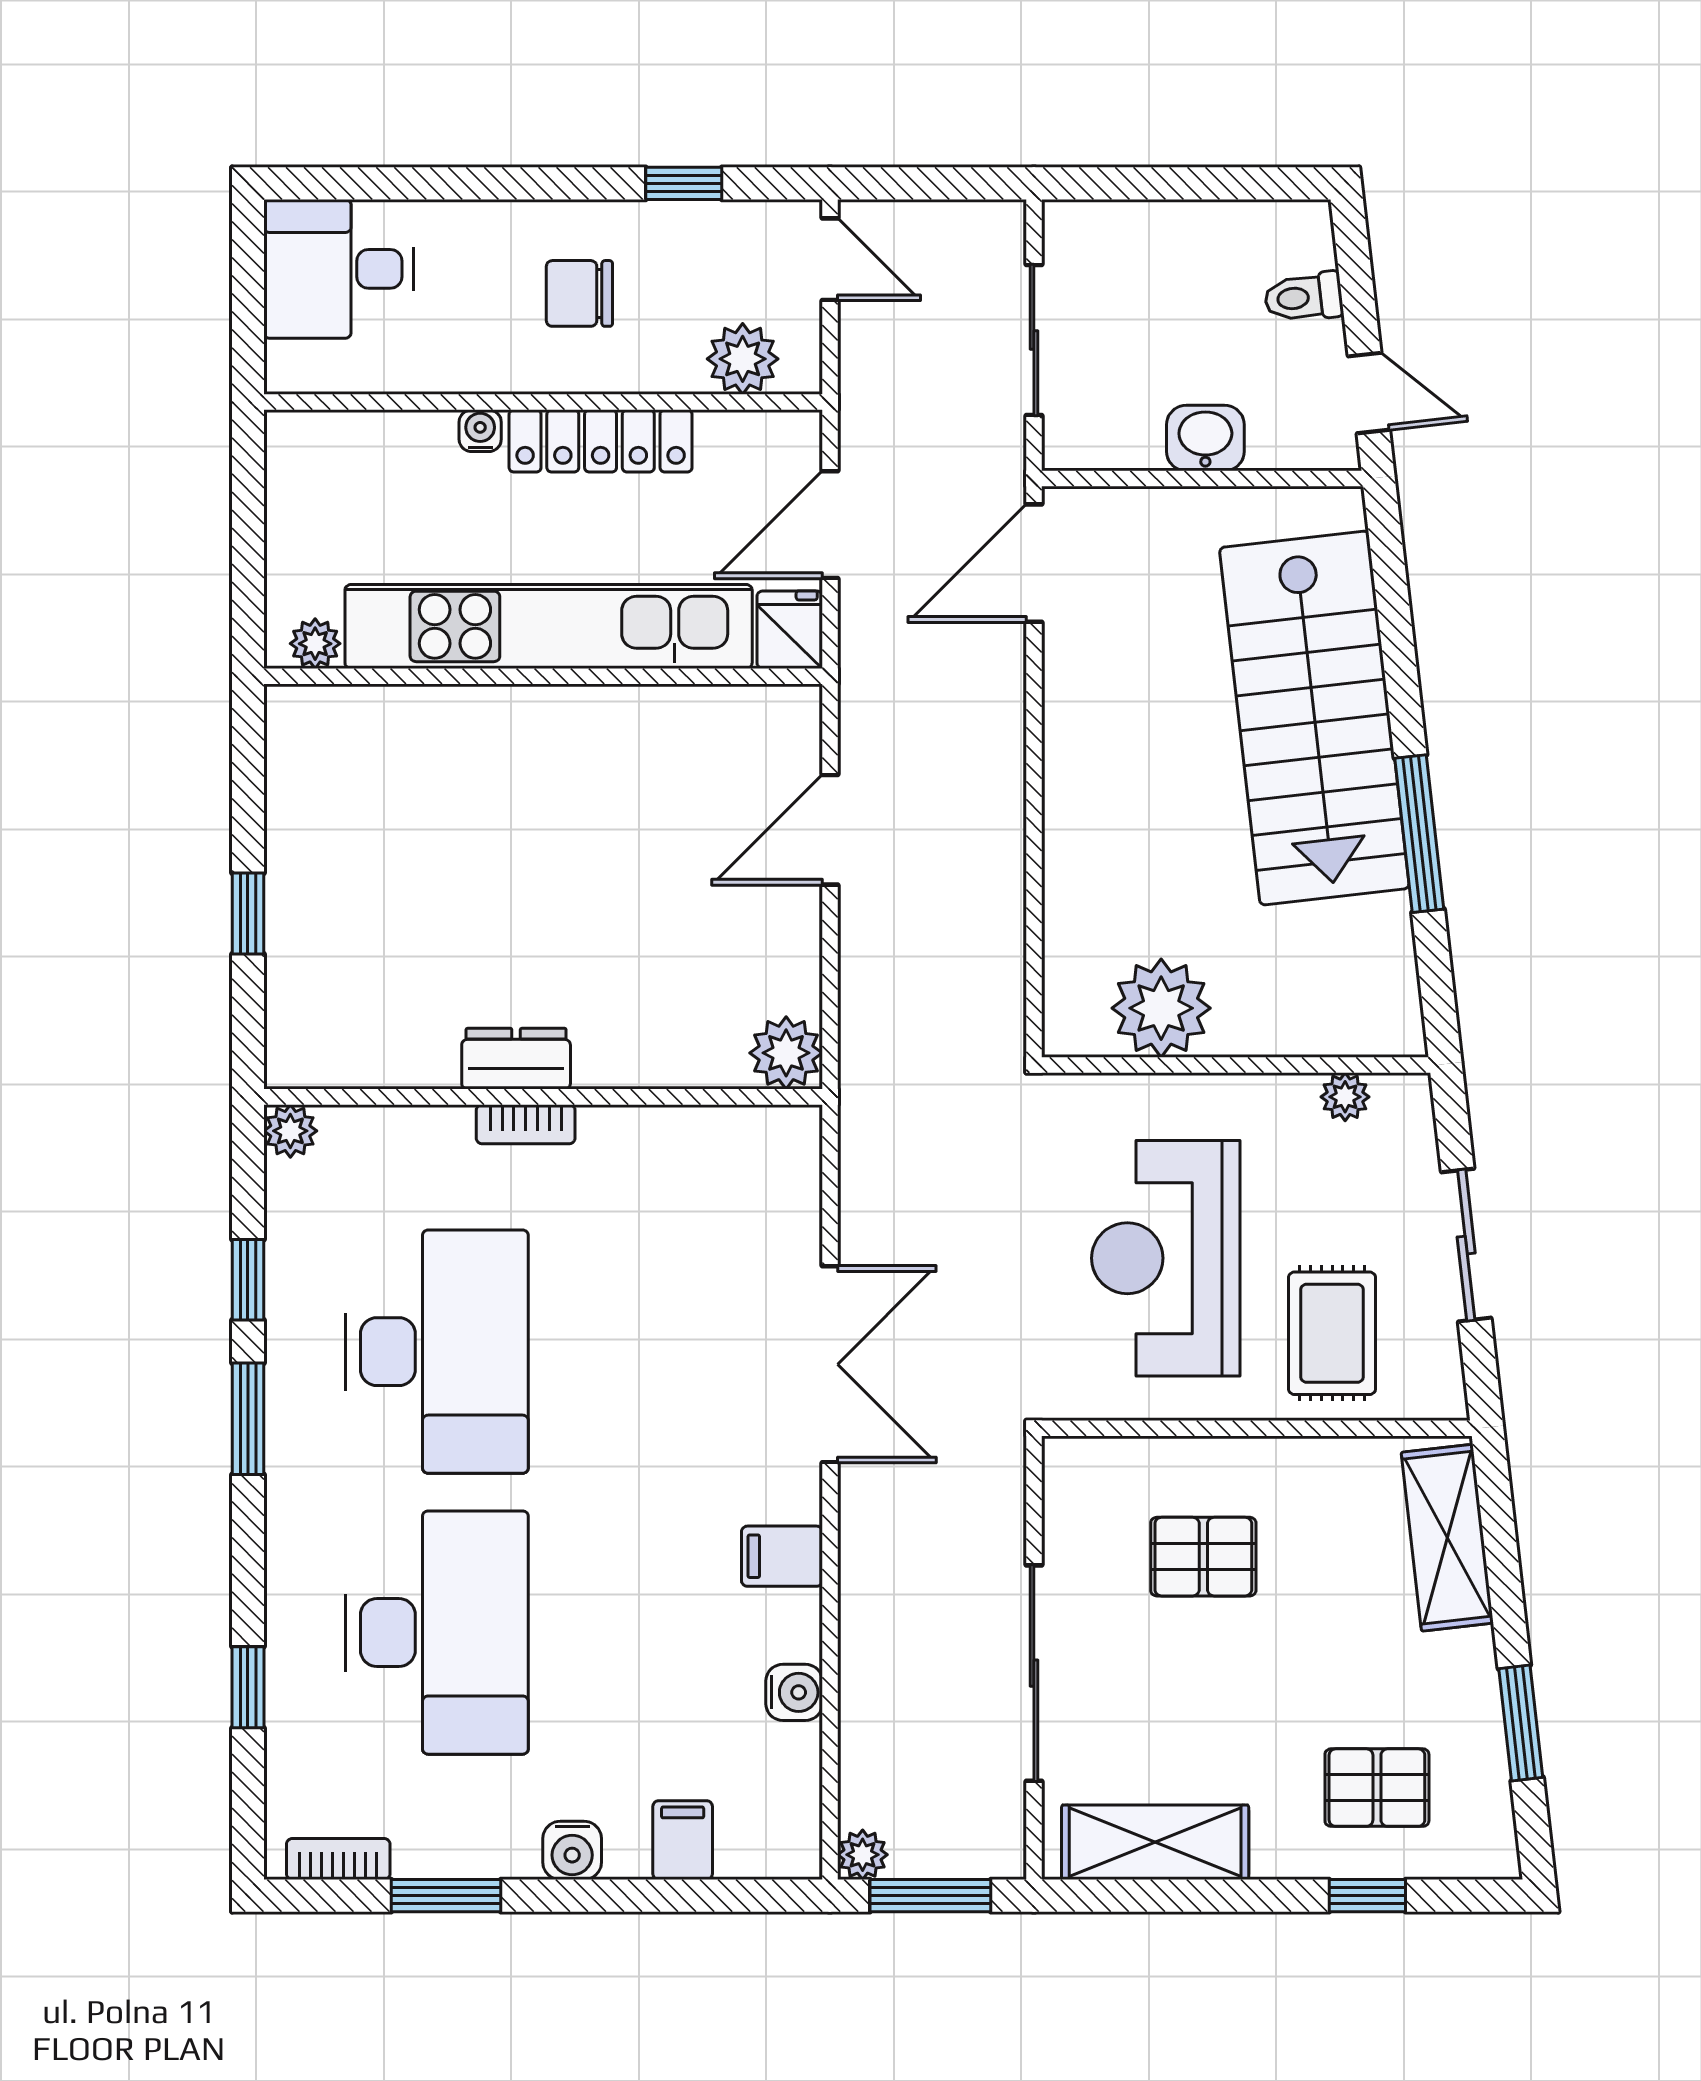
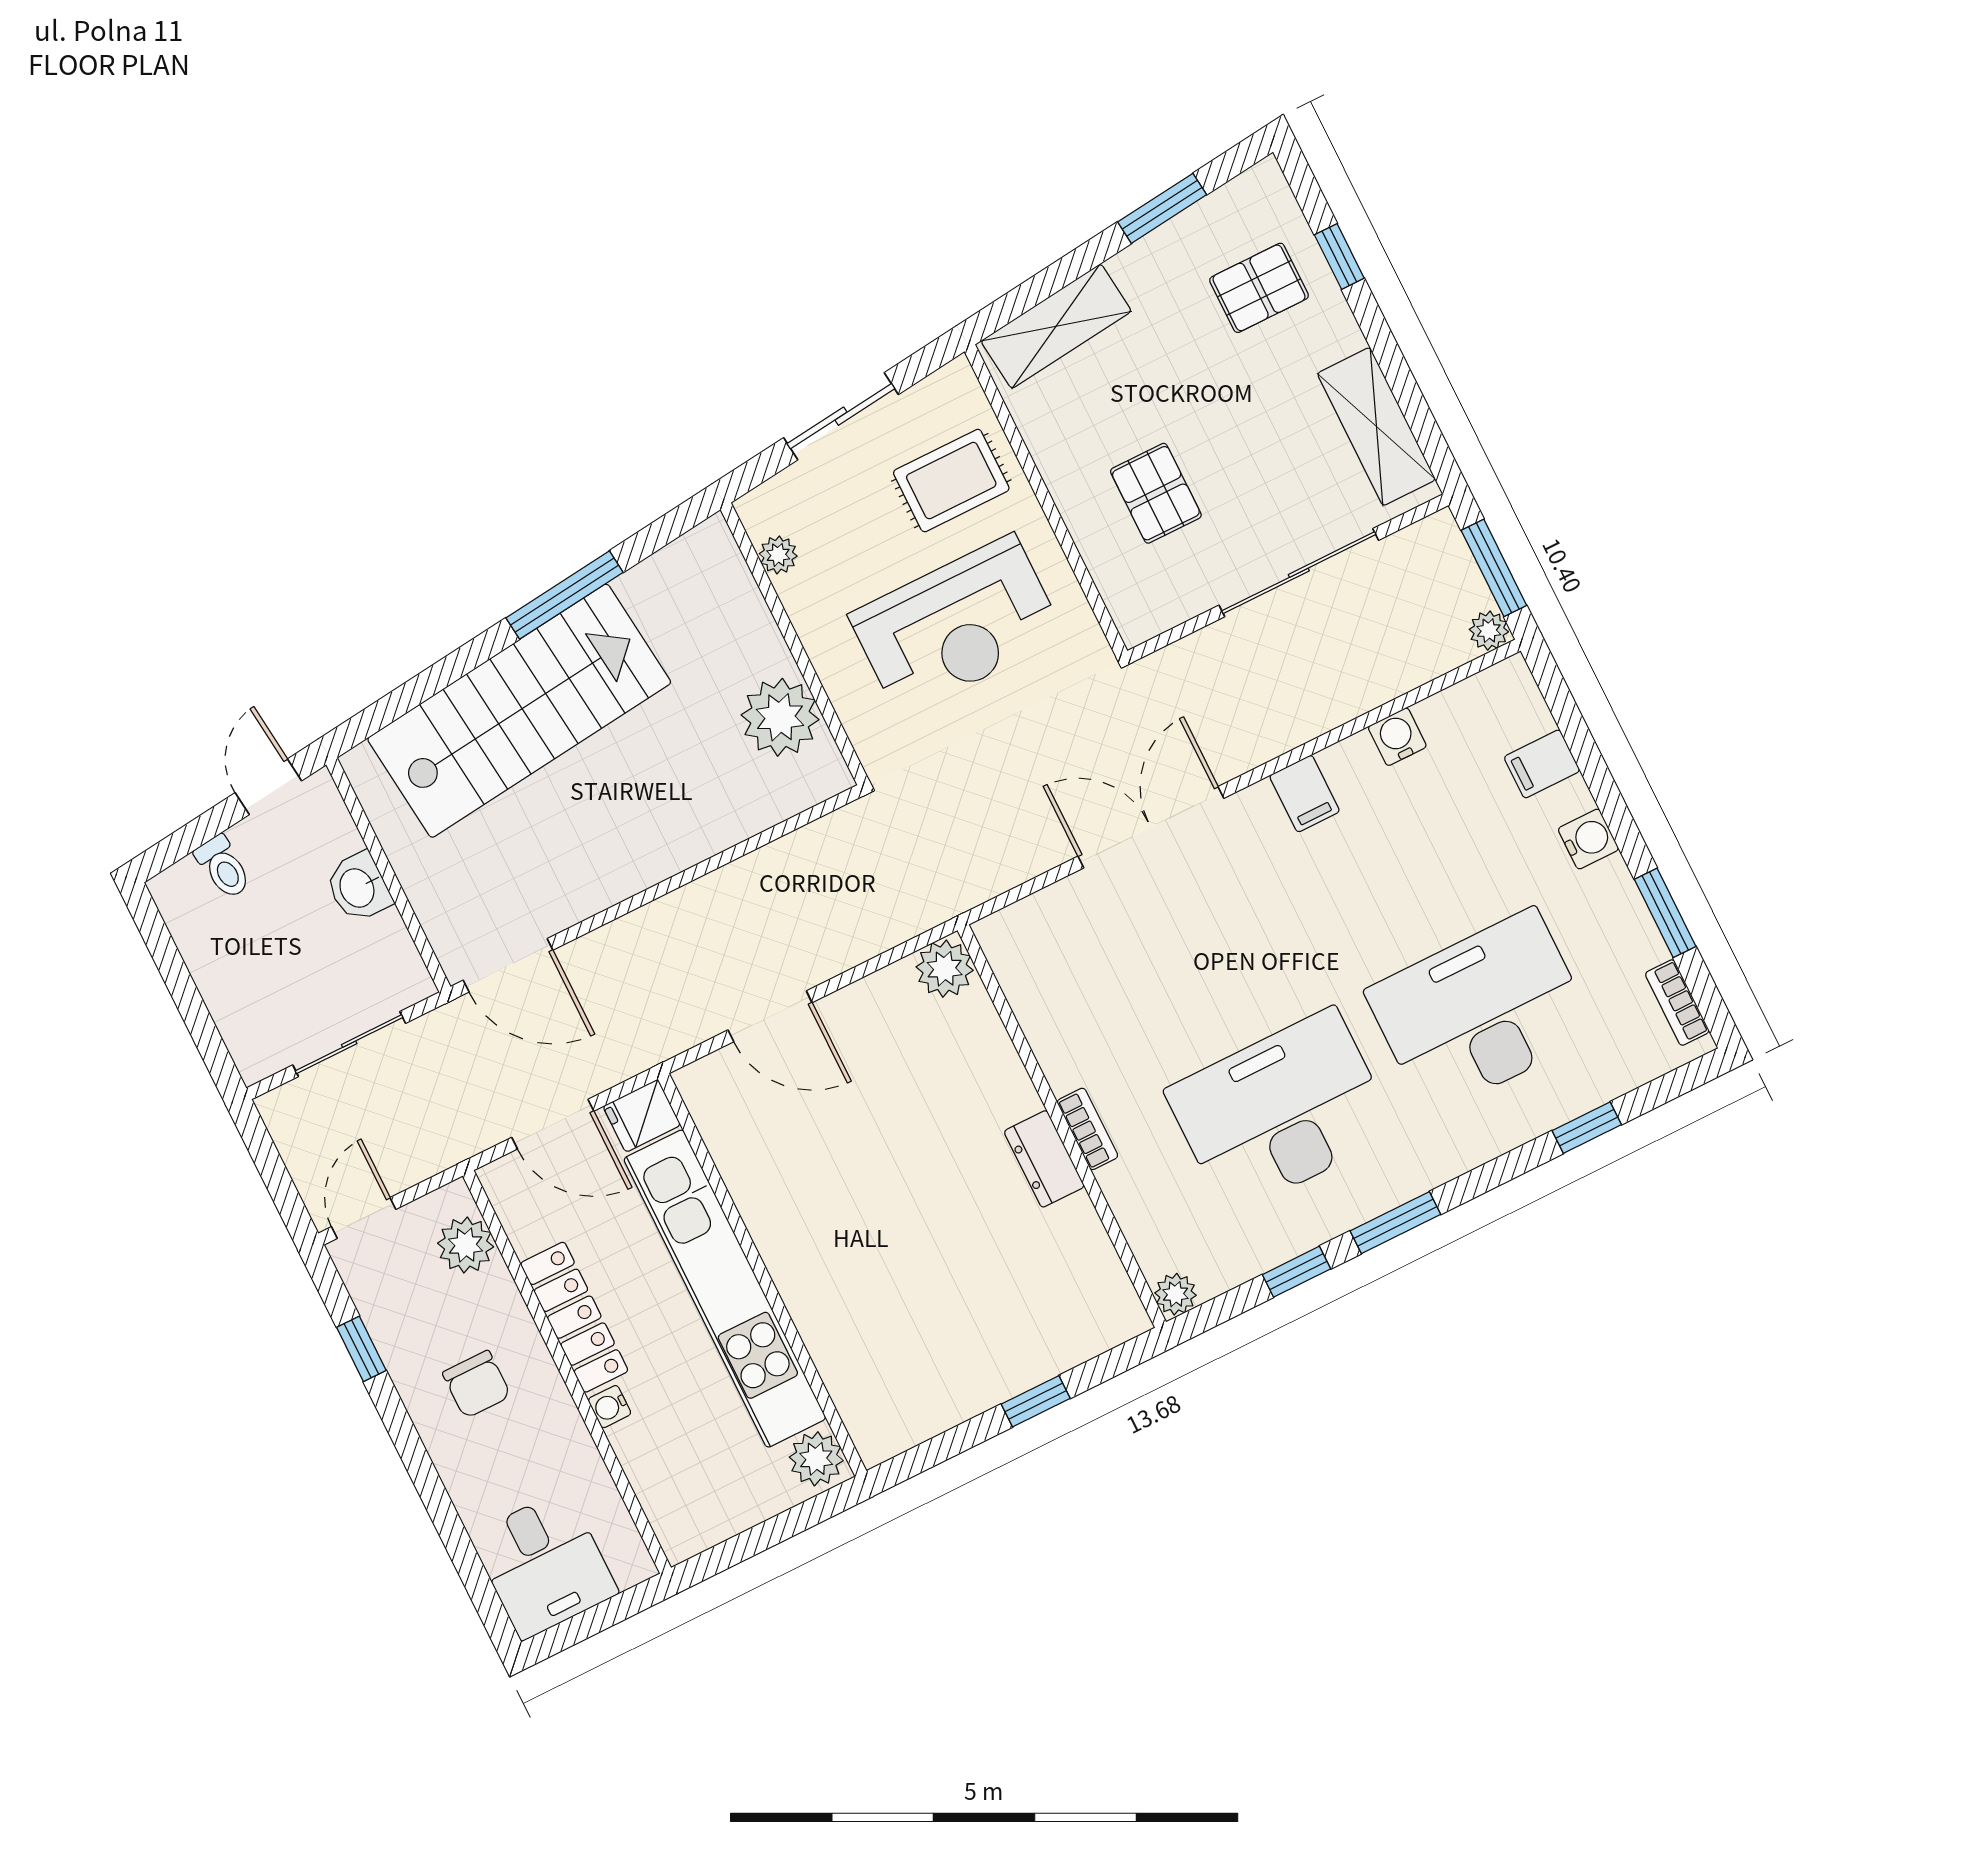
plant: (315, 644) -> (816, 1459), width x1.38, depth x1.38
pallet: (1377, 1788) -> (1259, 288), turned 90

